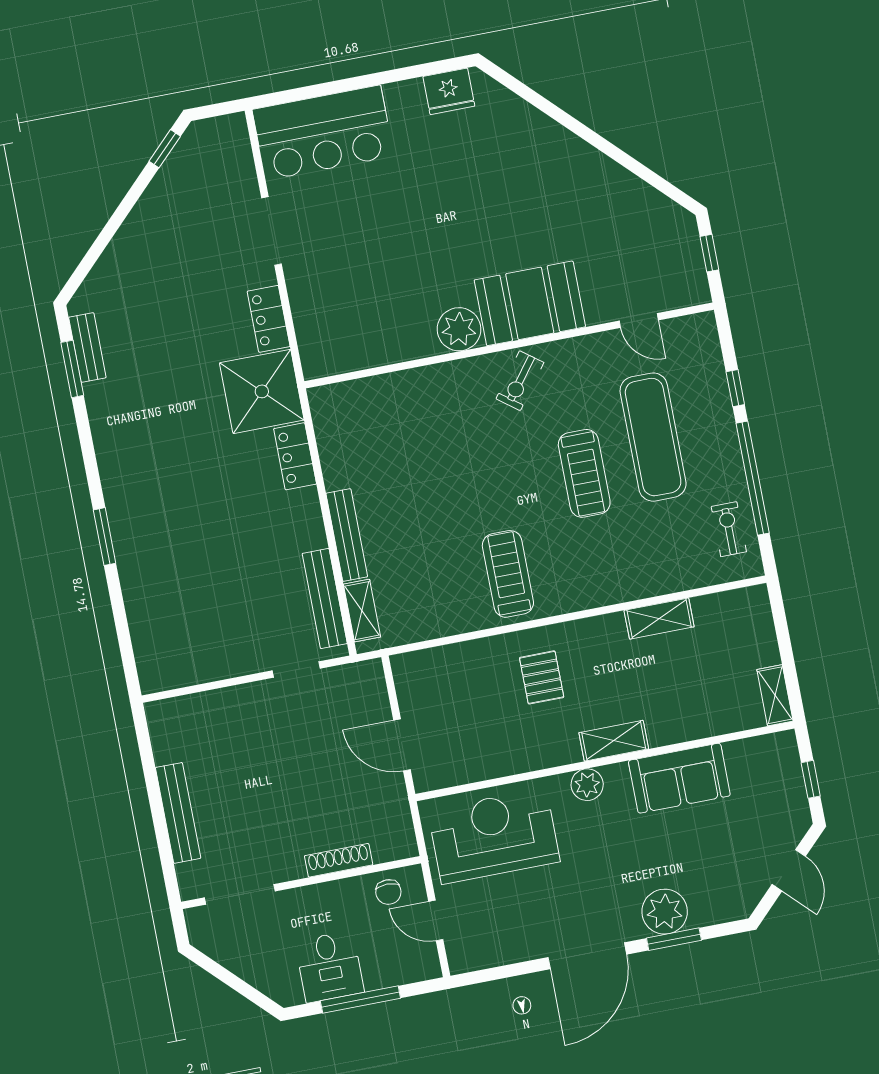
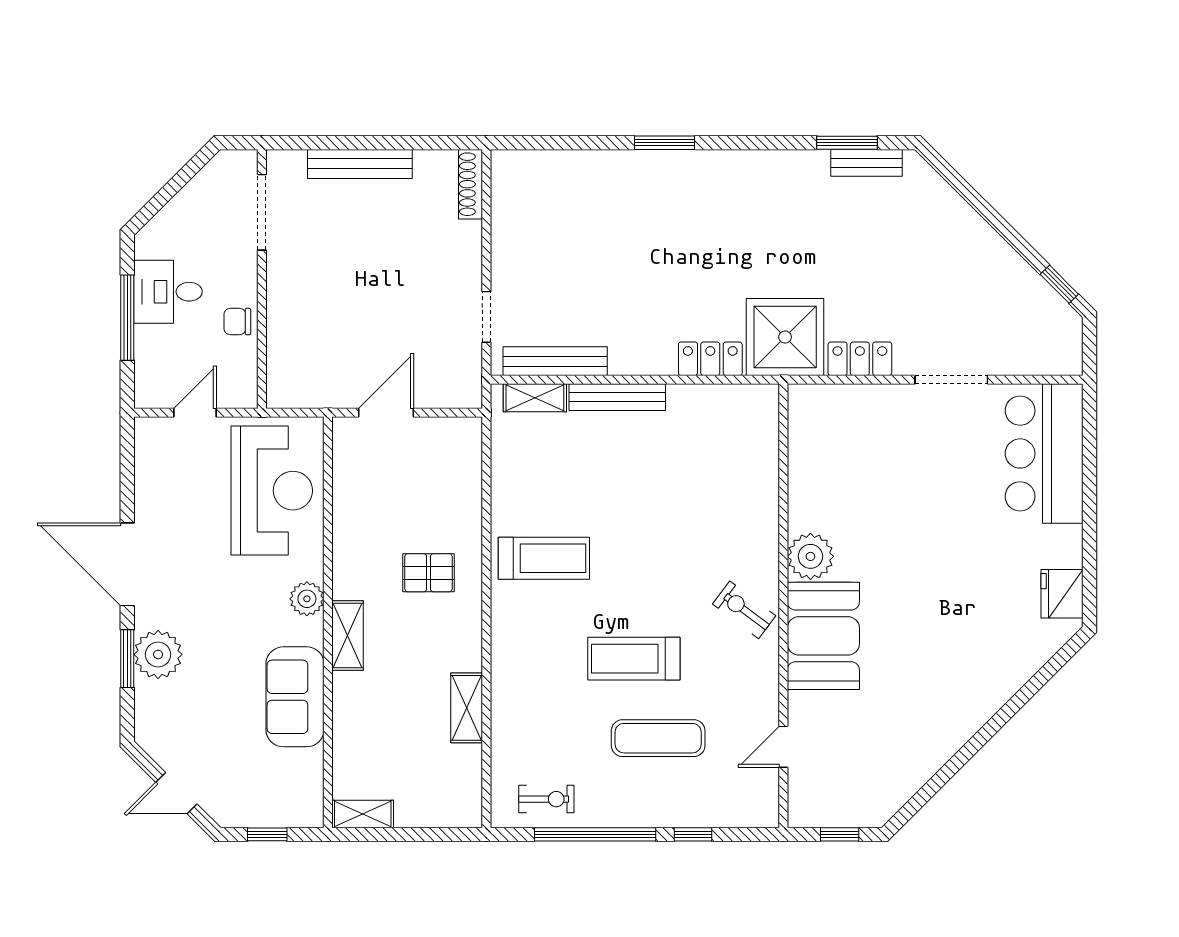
exercise mat: (653, 437) -> (658, 738), width x0.73, depth x0.69
shoe rack: (339, 860) -> (470, 184), moved, turned 180
chair: (388, 892) -> (237, 322), moved

